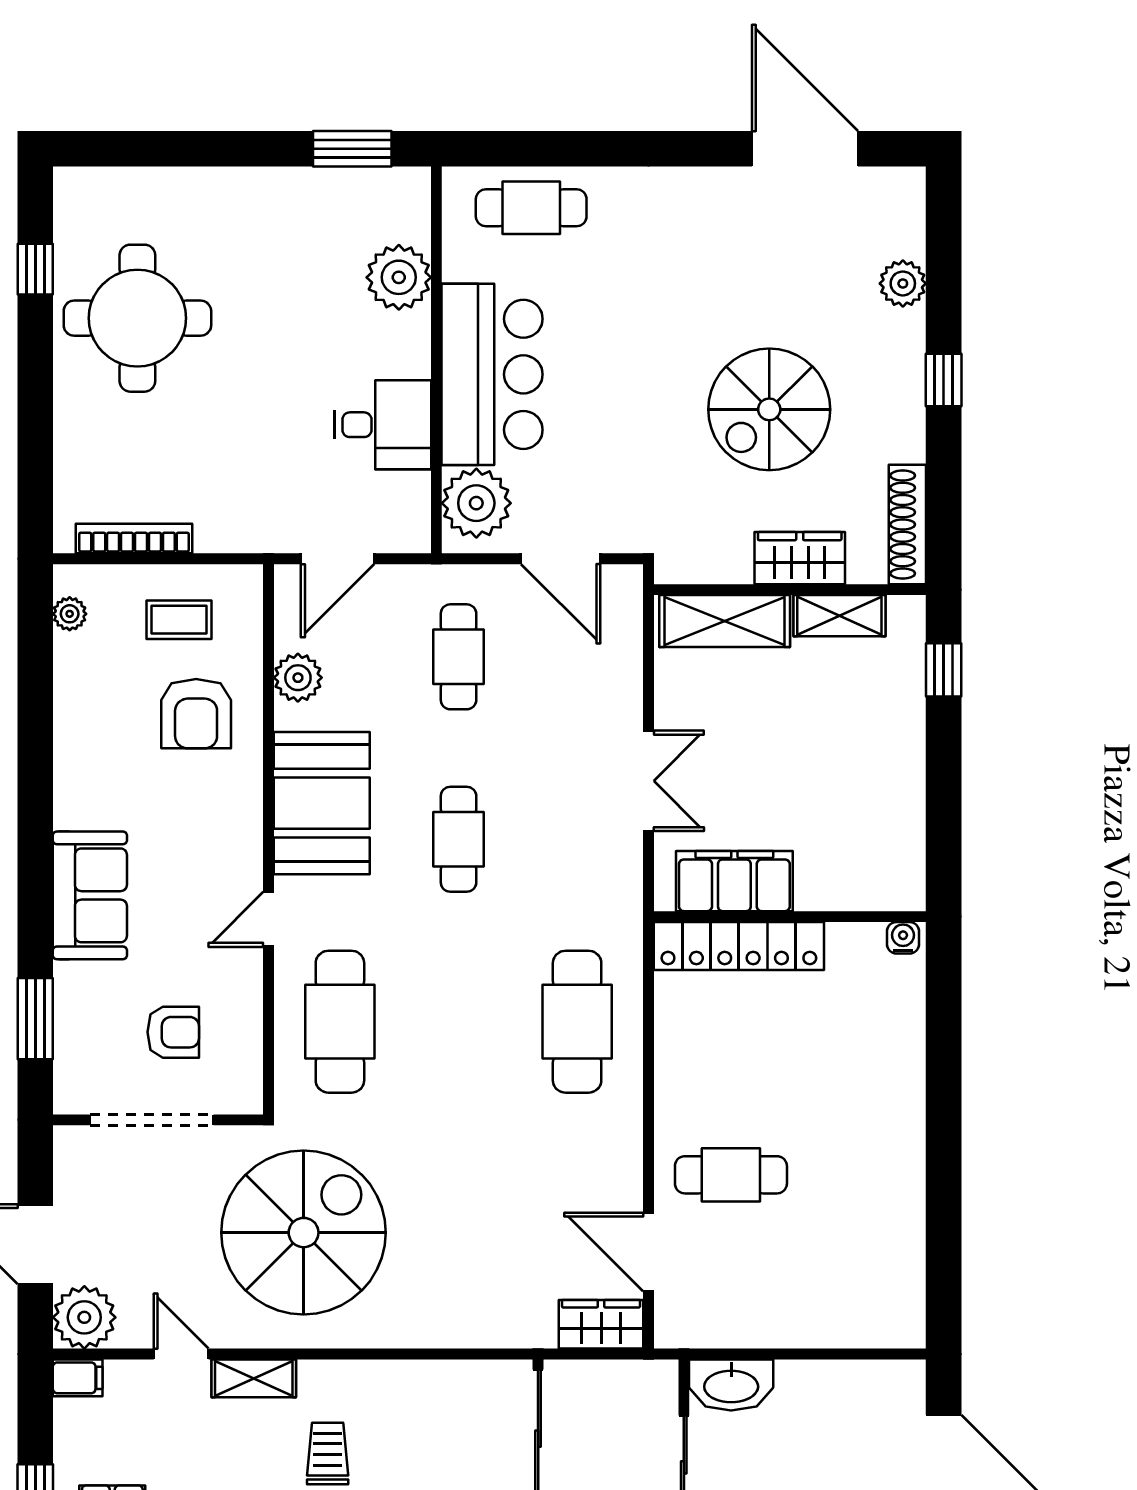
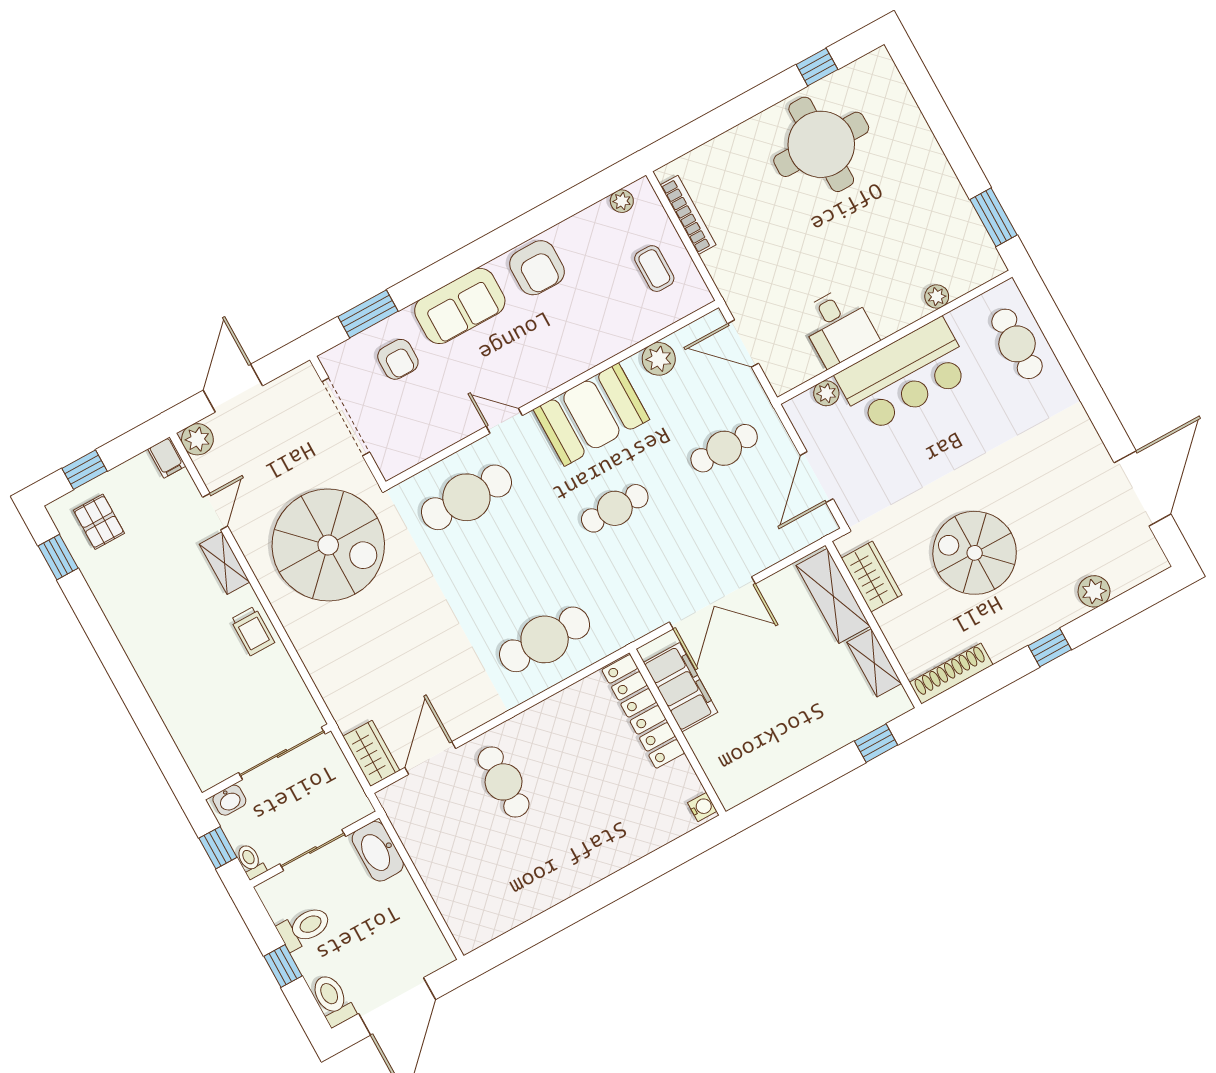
plant: (399, 277) -> (937, 297), width x0.53, depth x0.53
plant: (476, 503) -> (826, 393), width x0.53, depth x0.53
wardrobe: (800, 558) -> (872, 577), moved
armchair: (196, 714) -> (537, 268), moved, turned -90
double door: (649, 781) -> (712, 603), width x1.37
armchair: (173, 1032) -> (398, 359), moved
plant: (84, 1317) -> (197, 439), width x0.73, depth x0.73
trolley: (328, 1453) -> (252, 631), moved, turned 90

